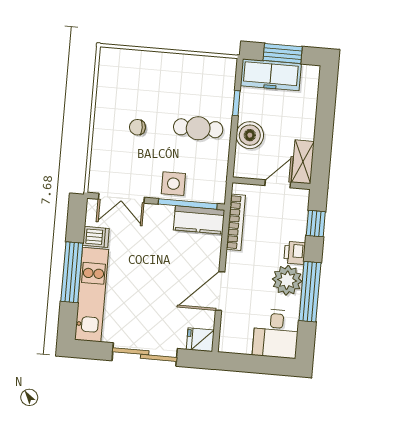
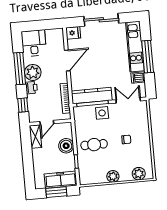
plant: (126, 61) -> (139, 174), added
plant: (174, 64) -> (113, 176), added
kitchen counter: (199, 220) -> (92, 96), width x1.50

